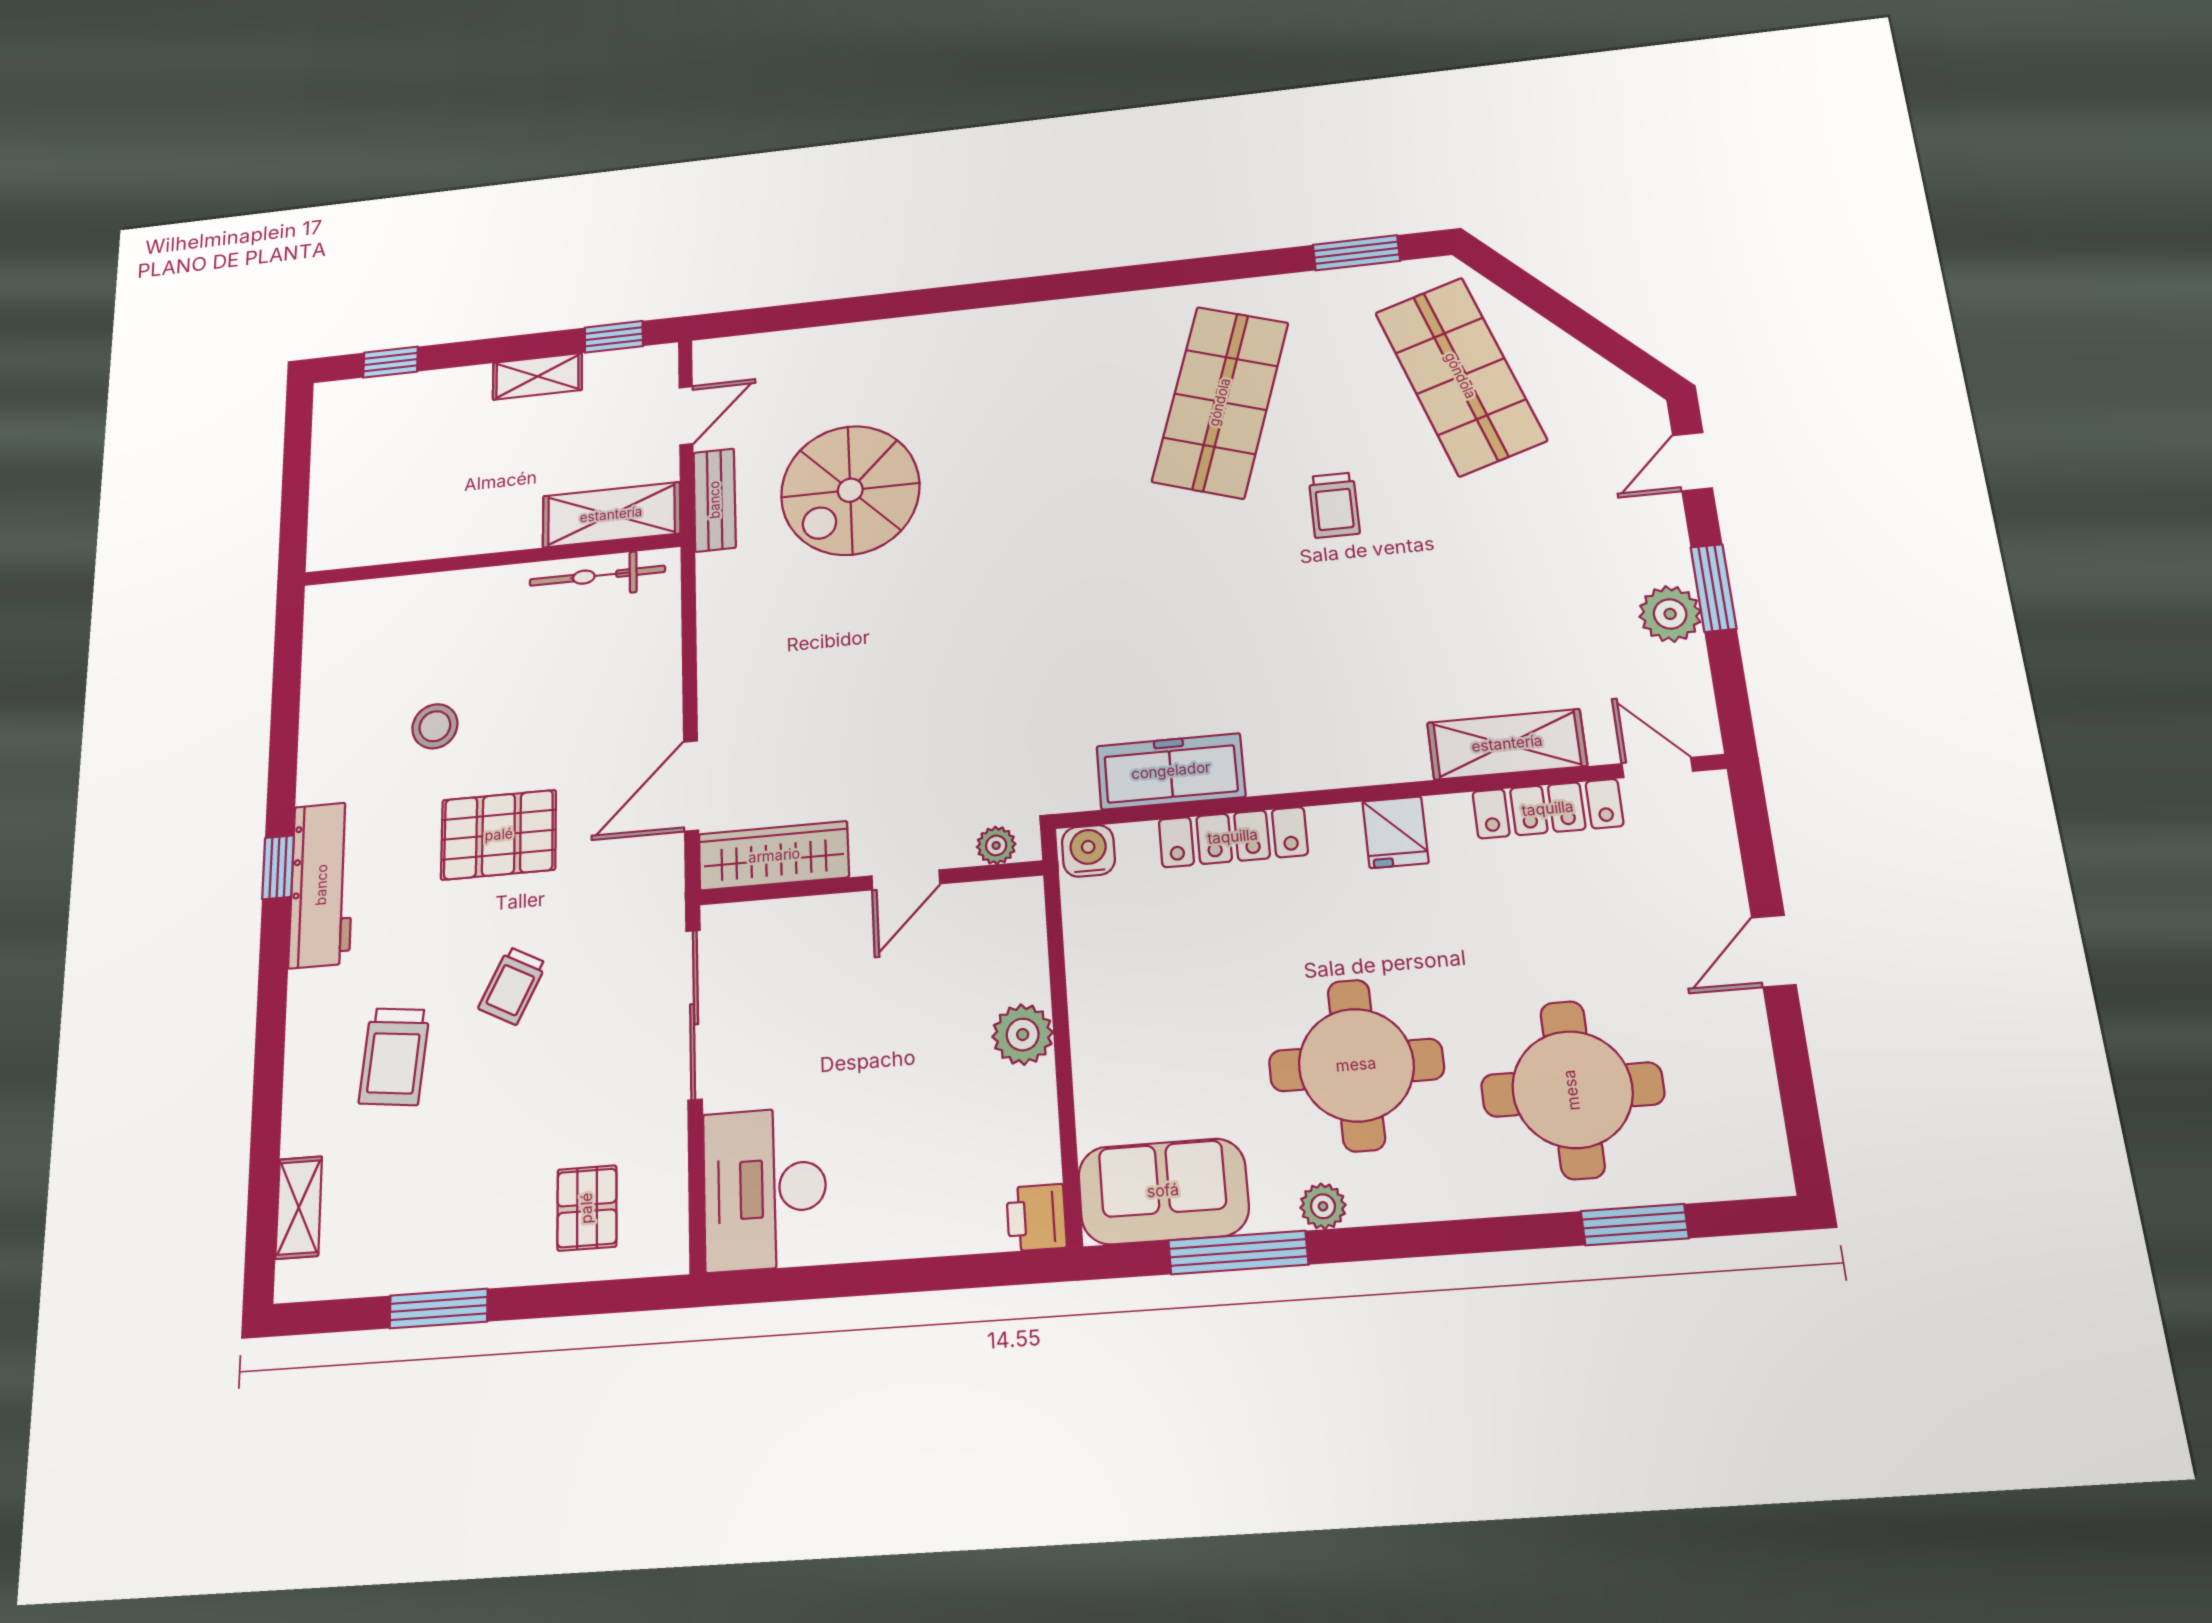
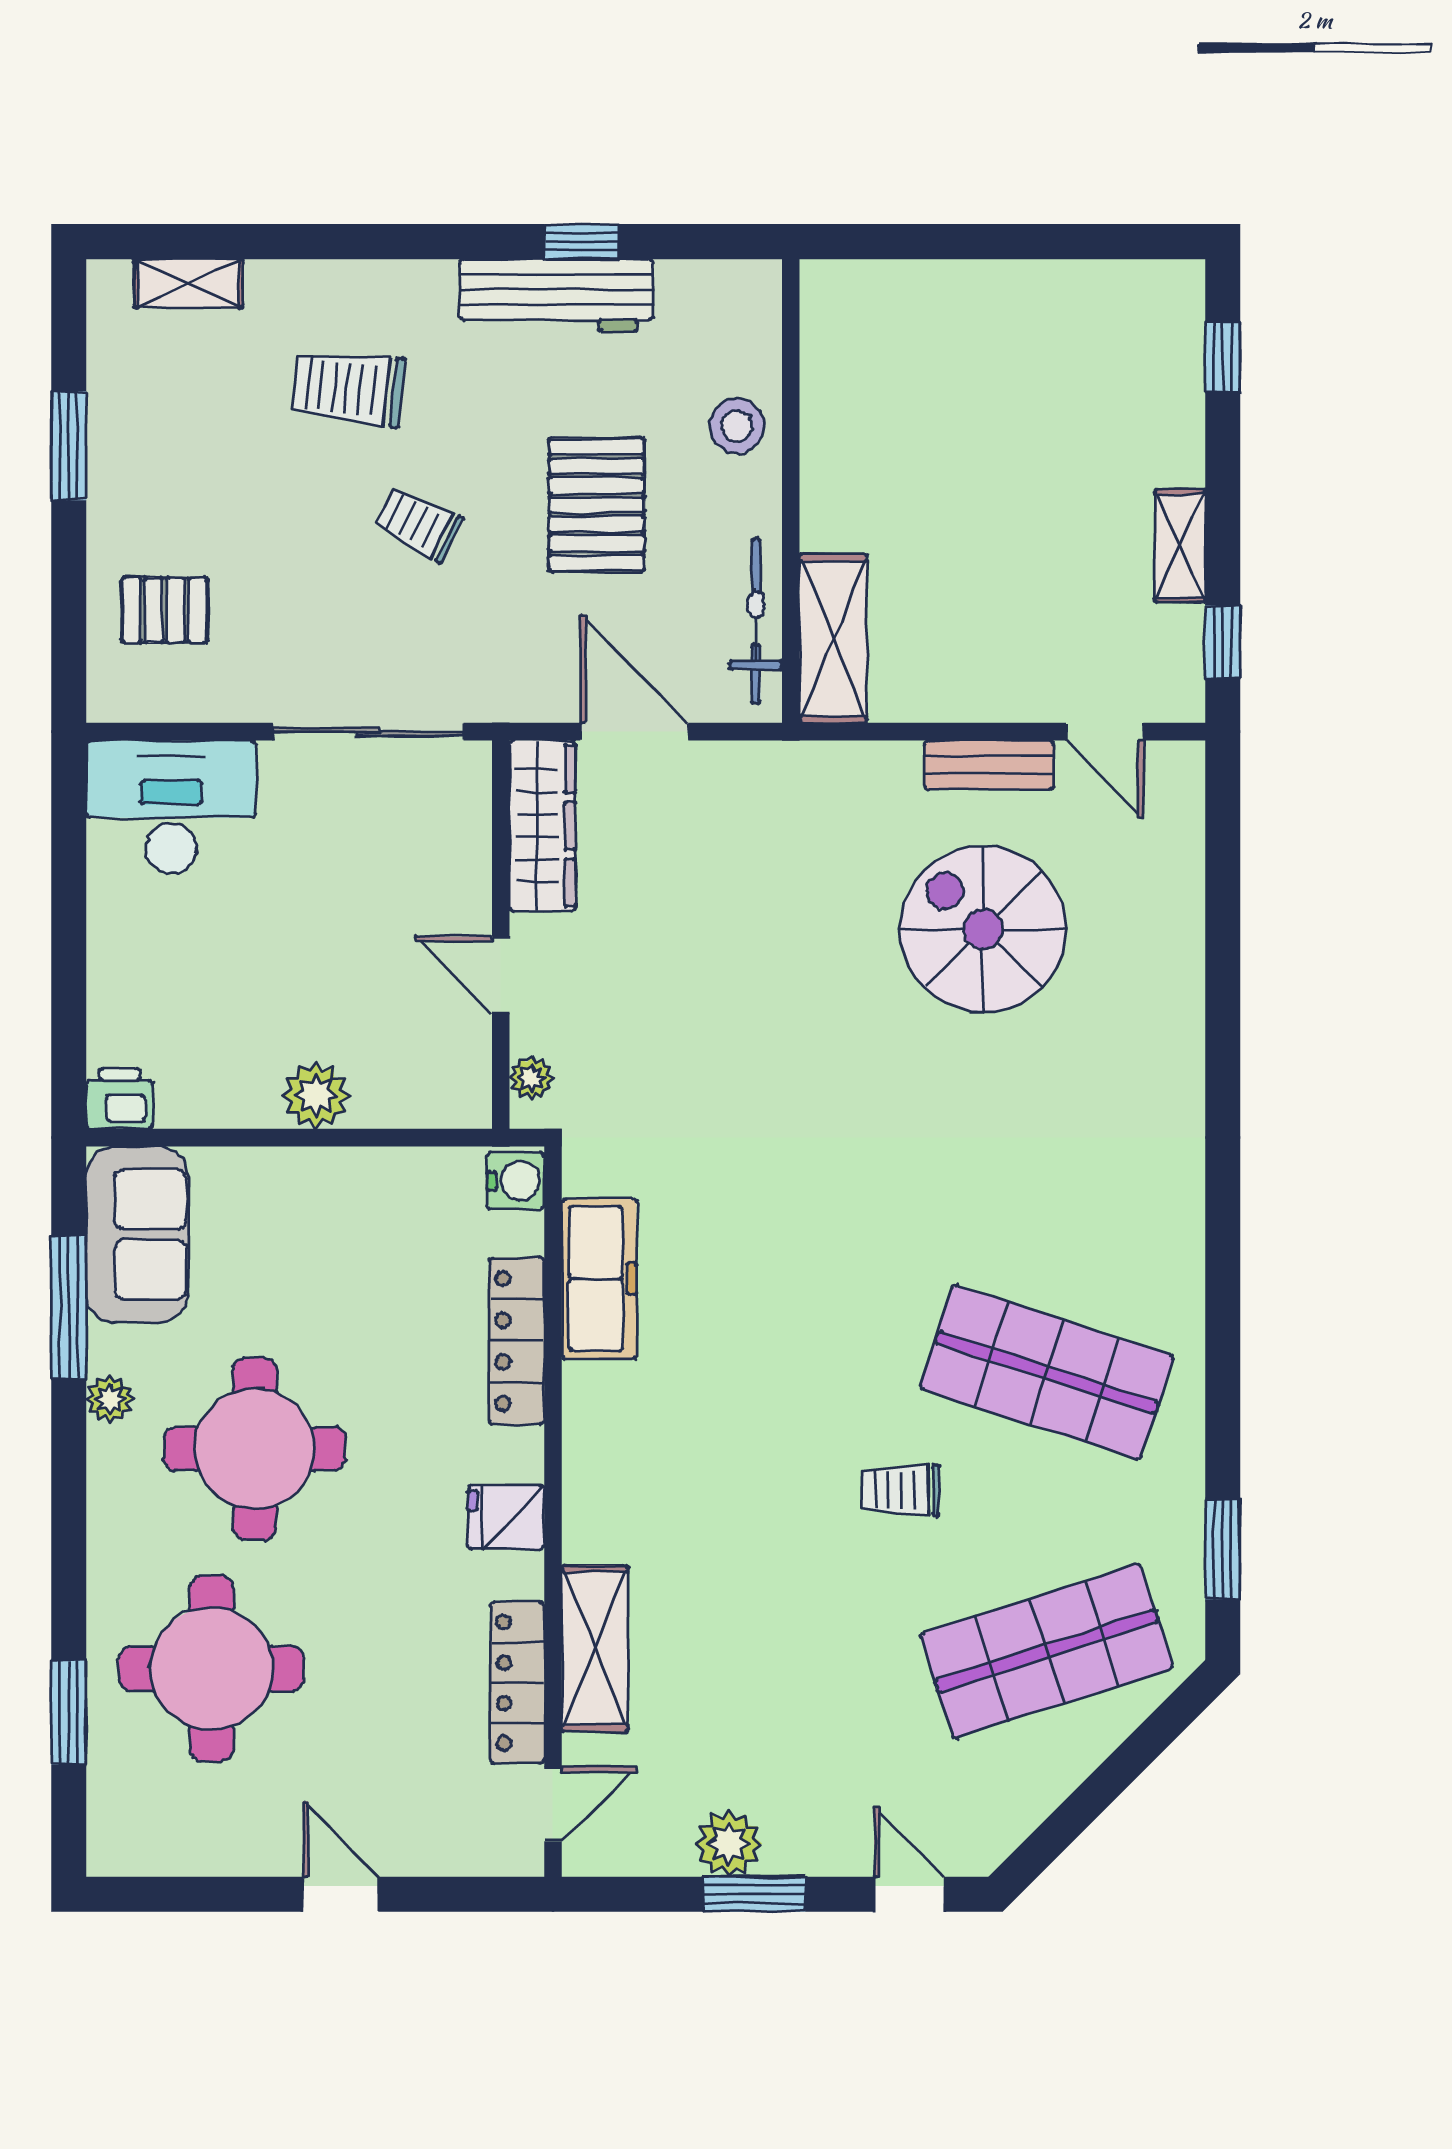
shelving: (611, 515) -> (833, 639), moved
wall: (491, 560) -> (791, 491), moved
bicycle: (597, 576) -> (756, 621), moved

